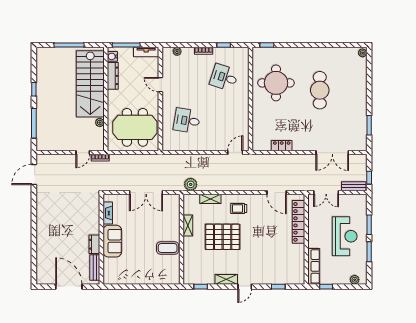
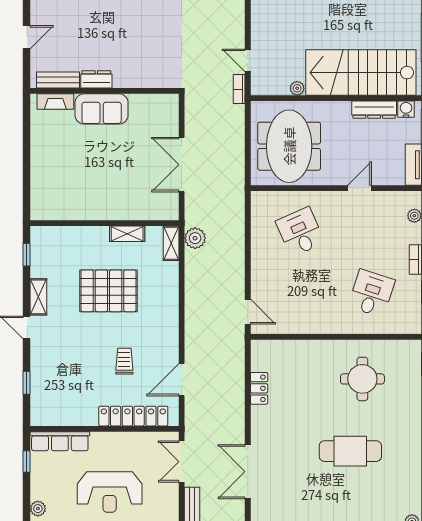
round table: (276, 83) -> (362, 379), width x0.73, depth x0.73
desk: (187, 121) -> (300, 232), turned -33
shelving: (210, 199) -> (171, 243), moved
trolley: (239, 209) -> (124, 361), moved
fireplace: (108, 213) -> (55, 101), moved
pallet: (223, 237) -> (109, 291), turned 90
coffee table: (168, 248) -> (90, 200), removed
door: (69, 287) -> (26, 37), width x0.53

